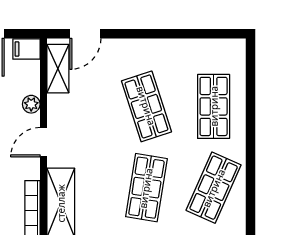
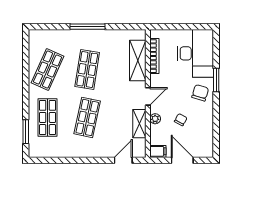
shelving: (58, 69) -> (139, 124), moved
window: (250, 83) -> (26, 132), added
shop shelf: (146, 106) -> (87, 117), turned 30

